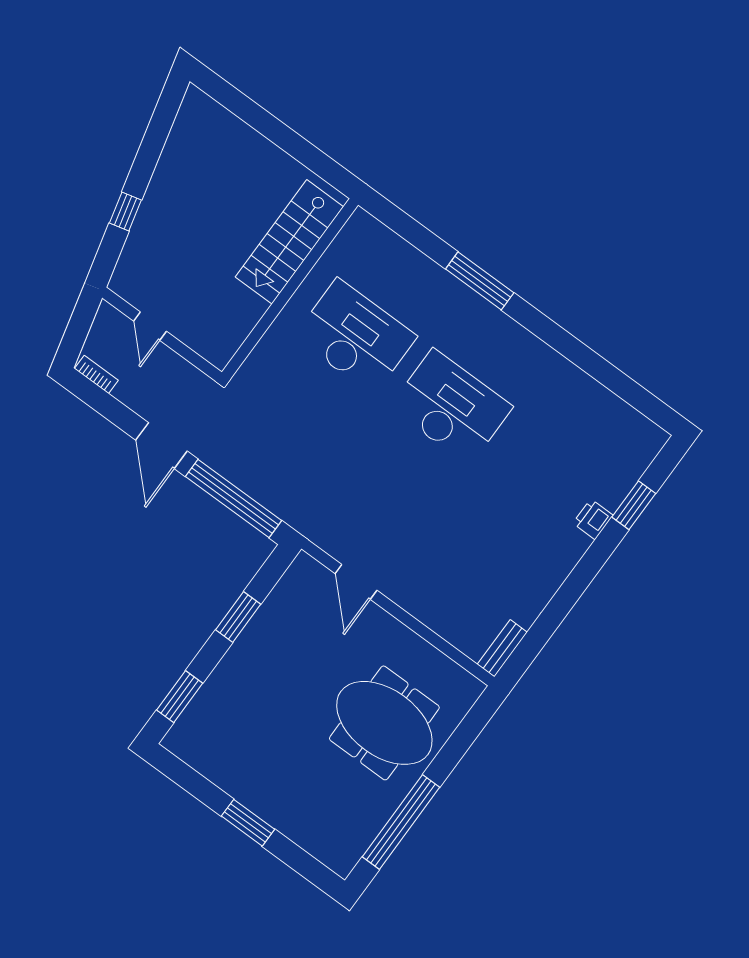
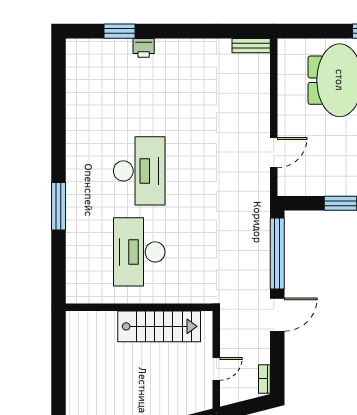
stairs: (289, 242) -> (159, 326), moved
desk: (451, 407) -> (139, 171), turned 180

